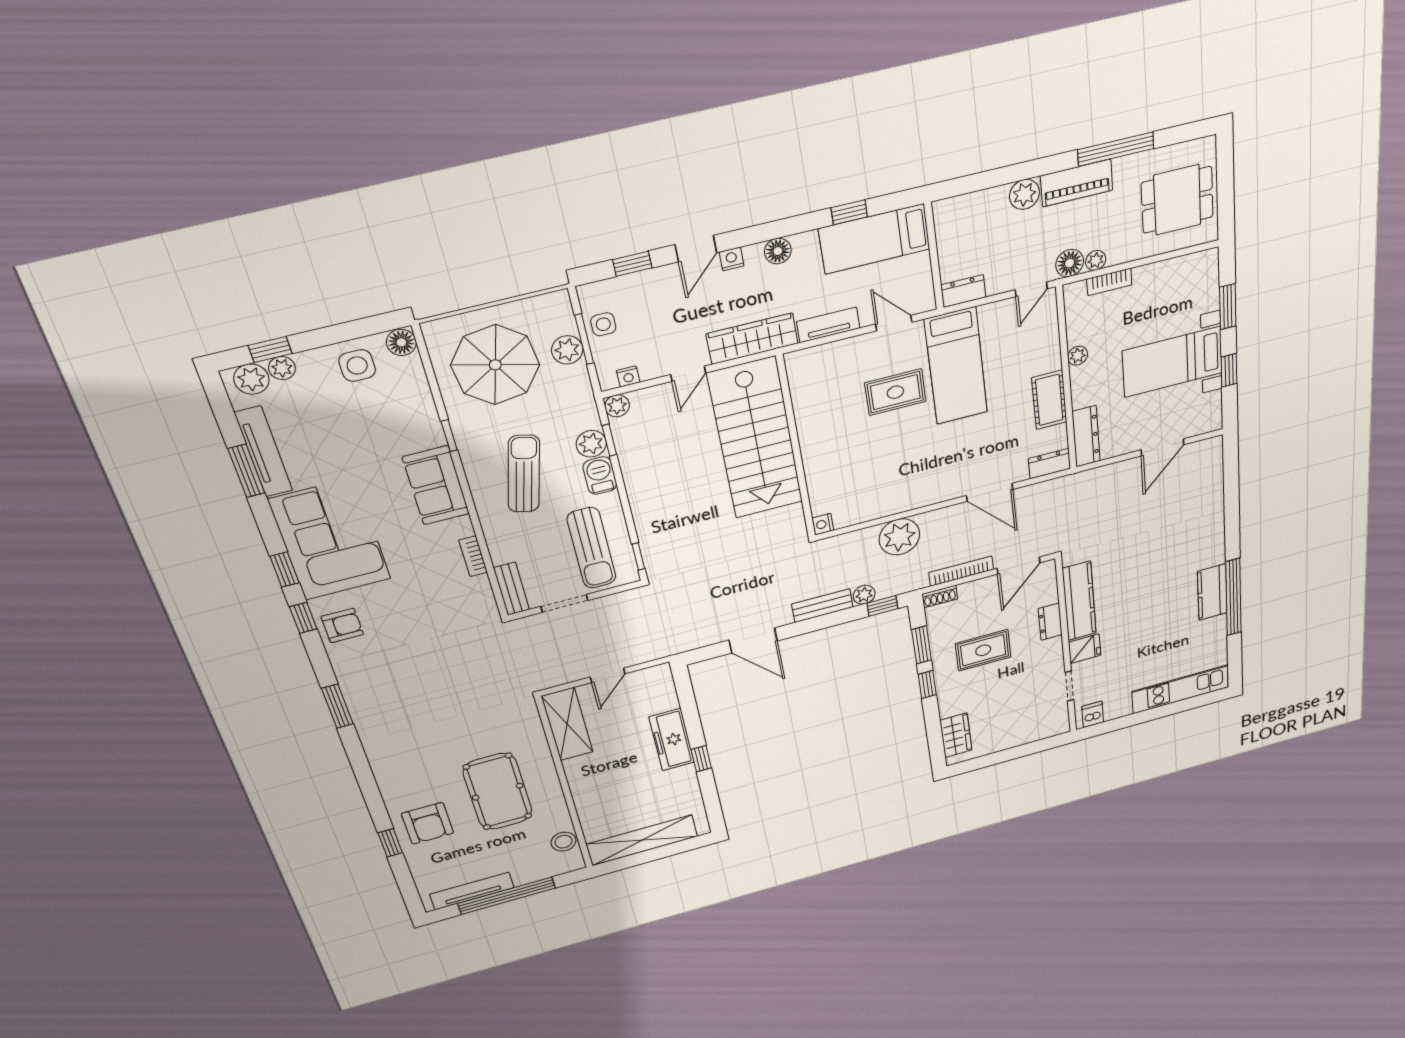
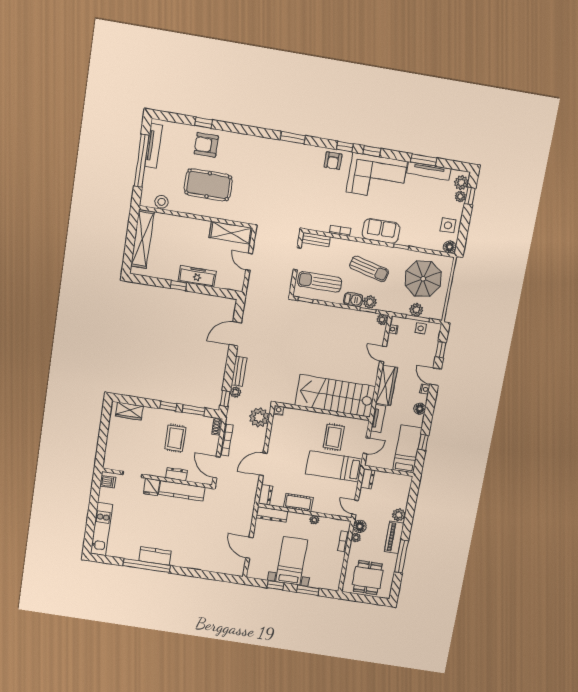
stairs: (756, 439) -> (335, 396), moved
wall: (796, 448) -> (322, 411), moved
nightstand: (823, 524) -> (279, 410), moved

